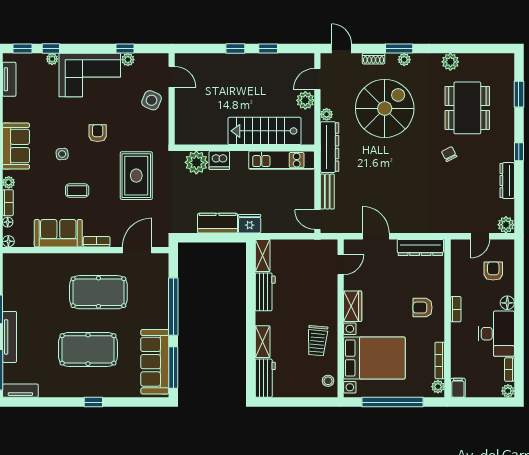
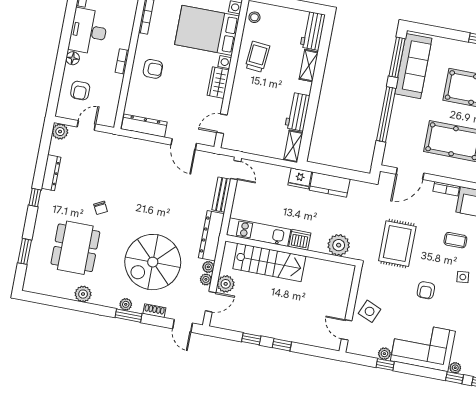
plant: (327, 101) -> (206, 279), added
dishwasher: (219, 160) -> (300, 240), moved

